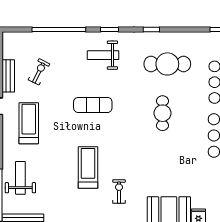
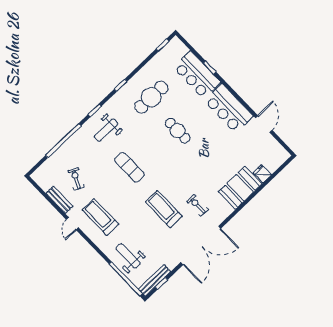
exercise mat: (93, 105) -> (129, 167), turned 90

